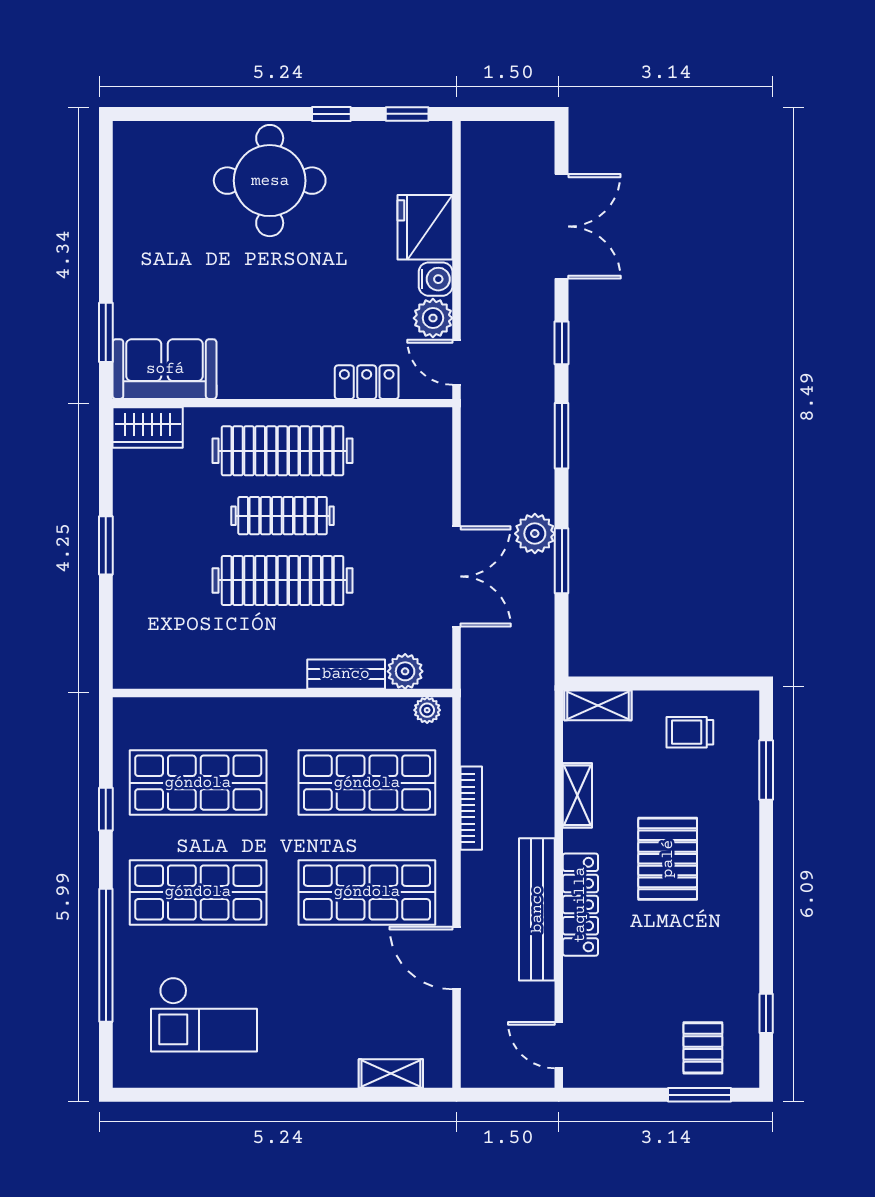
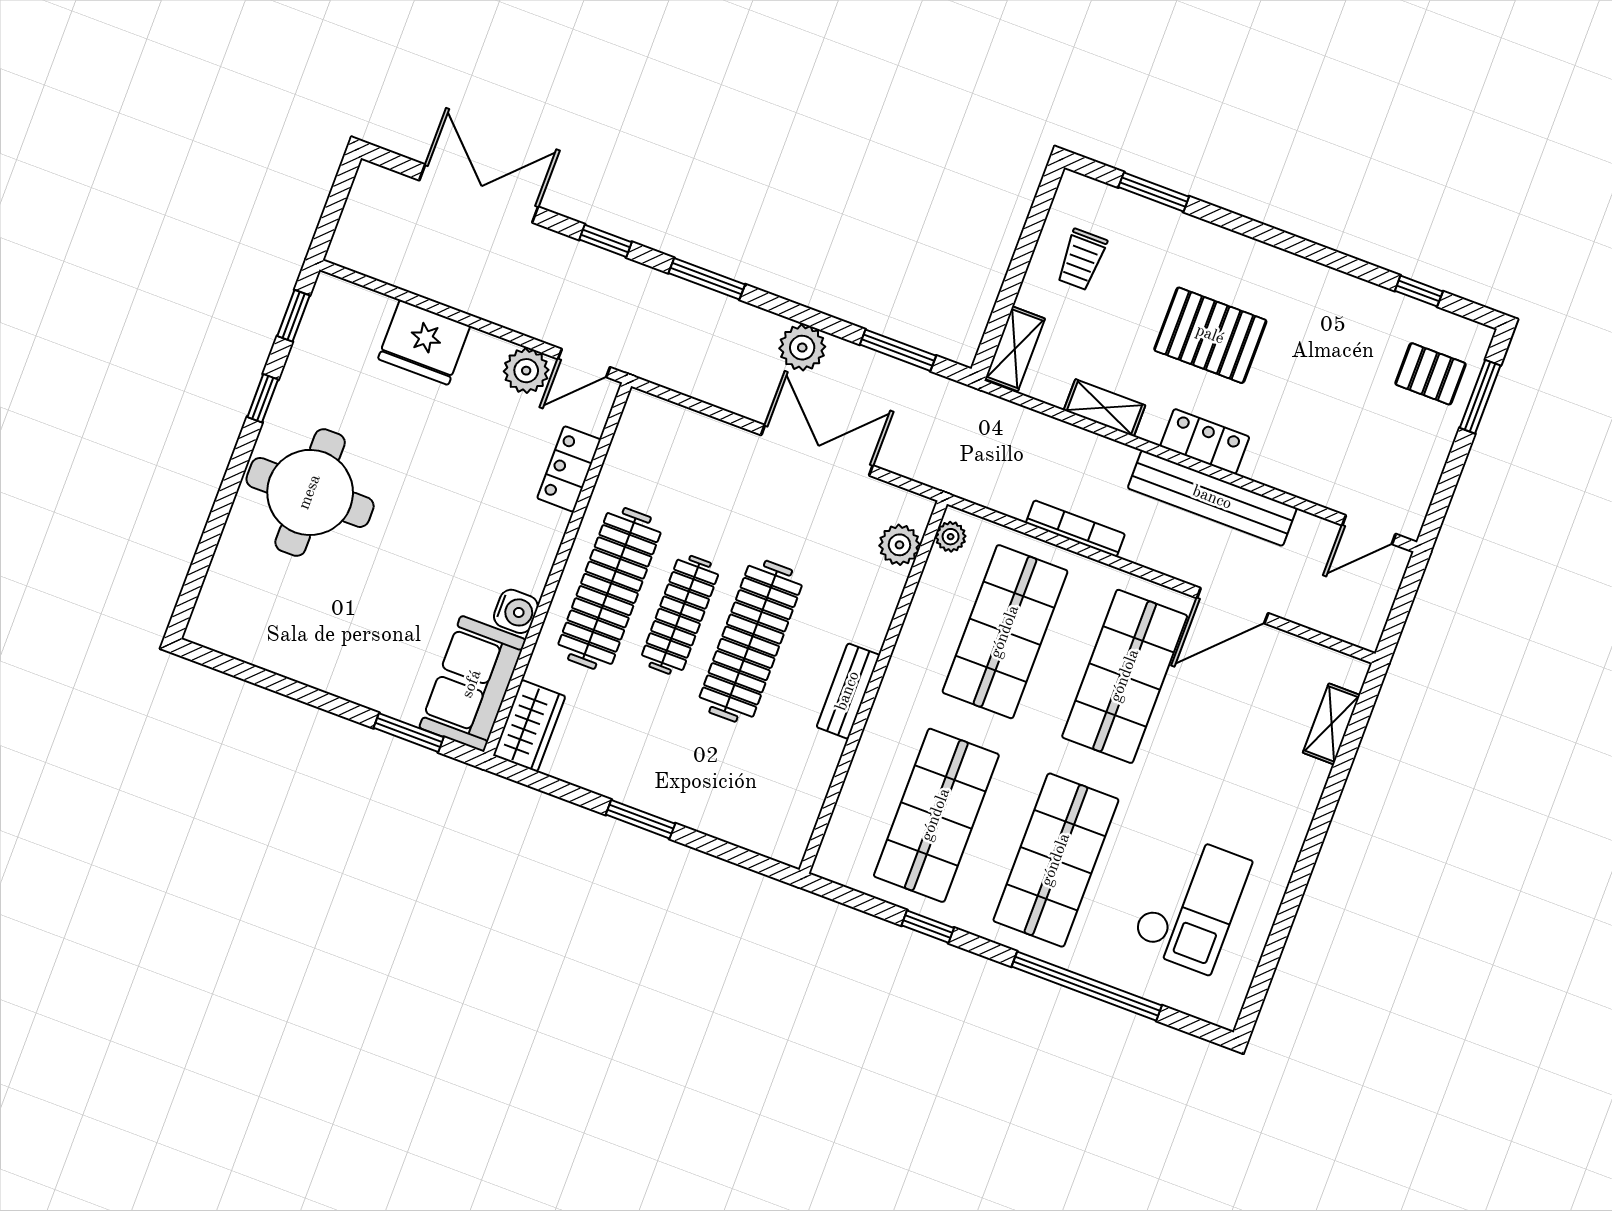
water cooler: (436, 279) -> (516, 611), moved, turned 90
window: (562, 561) -> (898, 350), moved
bench: (346, 674) -> (848, 691), moved
locker: (580, 905) -> (1205, 442), width x0.66

